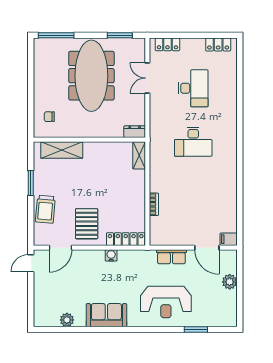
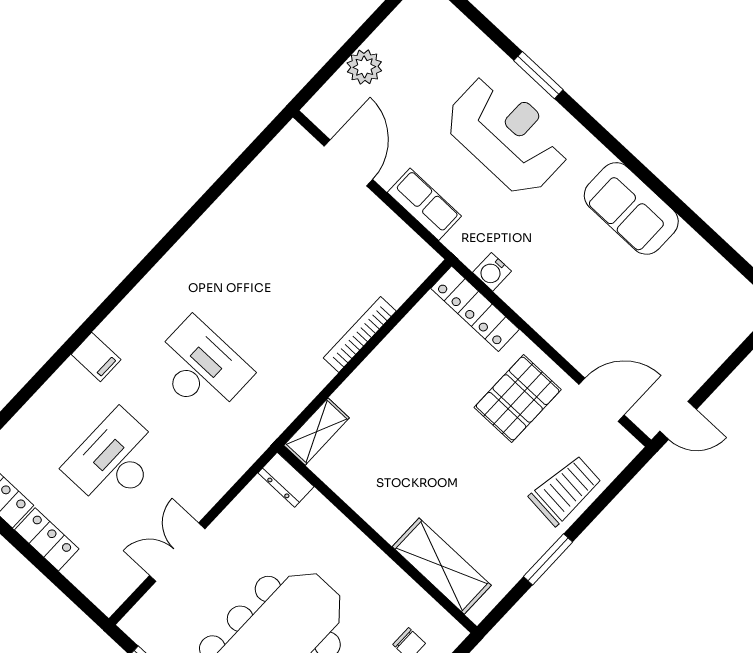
locker: (167, 44) -> (47, 539), moved
double door: (147, 78) -> (177, 552), swing flipped
bookcase: (154, 204) -> (360, 334), width x1.56
filing cabinet: (229, 239) -> (96, 357), moved
water cooler: (111, 255) -> (492, 272), moved
plant: (67, 320) -> (707, 264), removed
window: (196, 329) -> (538, 75), moved

